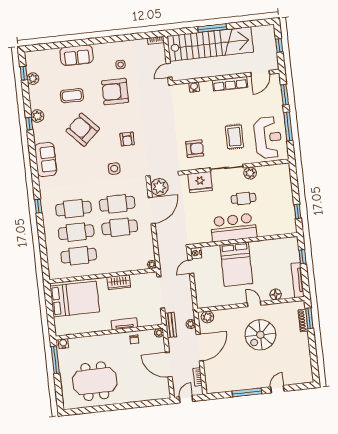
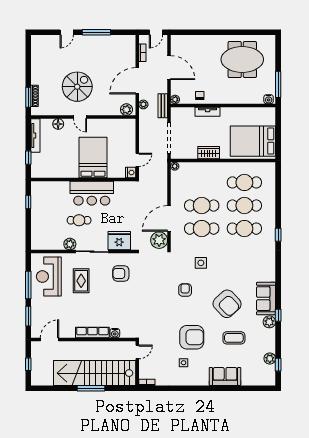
row of seats: (230, 84) -> (92, 332), moved
sofa: (46, 159) -> (266, 299), moved

